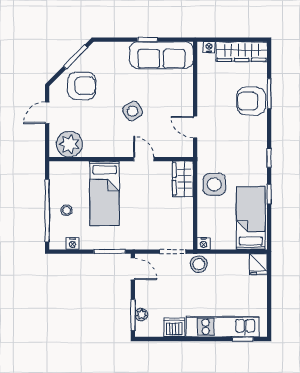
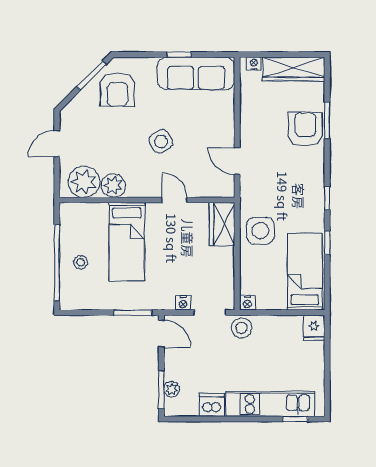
armchair: (82, 86) -> (117, 90), moved, turned 90
armchair: (251, 101) -> (305, 129), turned 90
plant: (93, 147) -> (113, 186), added
nightstand: (72, 244) -> (183, 303), moved

